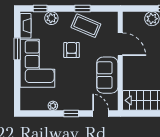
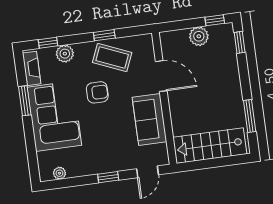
armchair: (72, 50) -> (97, 92), turned 90
plant: (53, 106) -> (59, 173), moved
door: (101, 113) -> (147, 172), swing flipped

